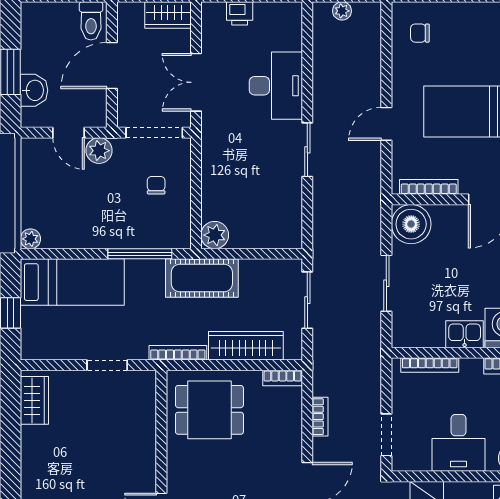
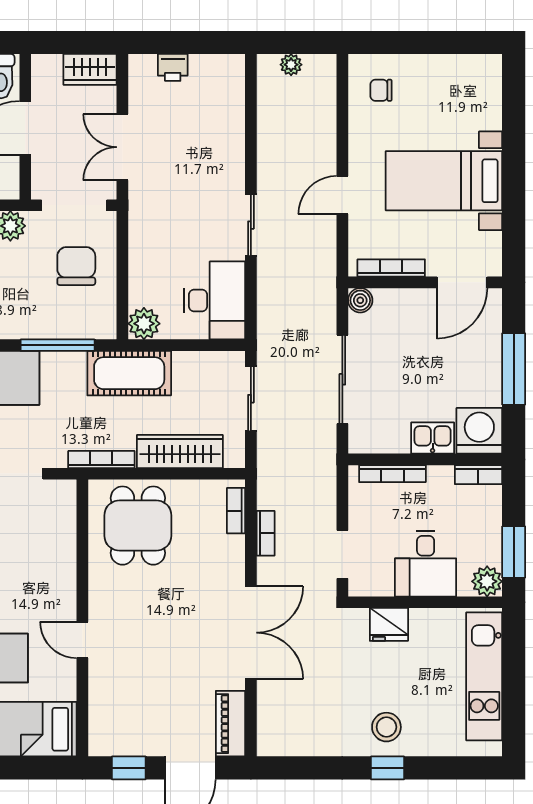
desk: (276, 86) -> (215, 300), moved
chair: (156, 185) -> (76, 266), width x1.87, depth x1.87
boiler: (411, 224) -> (360, 300), width x0.54, depth x0.54
sliding door: (386, 283) -> (342, 379), width x1.37
bookcase: (283, 378) -> (236, 511), moved, turned 90
dining table: (209, 410) -> (138, 526), turned 90

